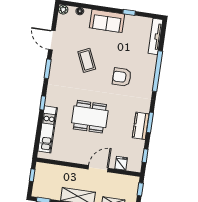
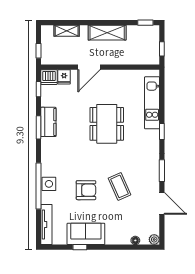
sofa: (107, 21) -> (86, 234), moved
side table: (148, 72) -> (49, 184), added
armchair: (122, 77) -> (86, 190), moved
dining table: (90, 117) -> (107, 124), turned 90
dishwasher: (134, 165) -> (49, 77), added

